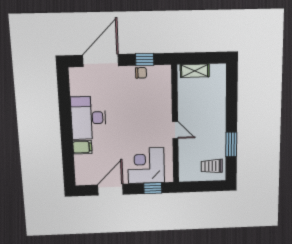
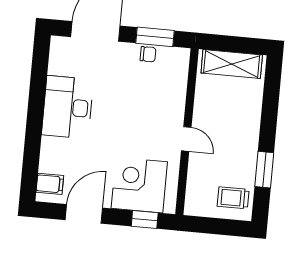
window: (145, 59) -> (155, 37), width x1.50
shelving: (195, 71) -> (232, 64), width x1.50, depth x1.33
filing cabinet: (82, 147) -> (50, 184), moved

